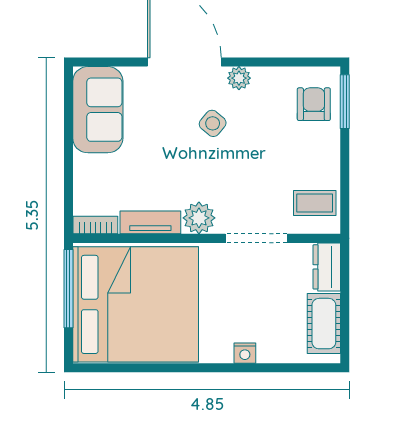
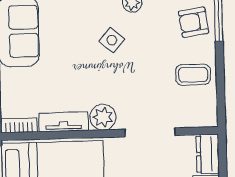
armchair: (314, 104) -> (194, 22), turned -98
coffee table: (315, 203) -> (193, 75), moved

